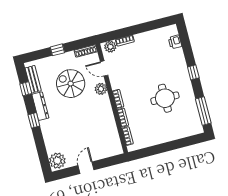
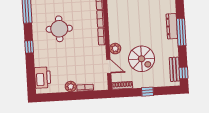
printer: (175, 42) -> (43, 78), width x1.87, depth x1.48
plant: (110, 47) -> (71, 87), moved
window: (26, 89) -> (184, 73), moved
dresser: (40, 106) -> (172, 26), moved
window: (34, 120) -> (181, 32), width x2.17

